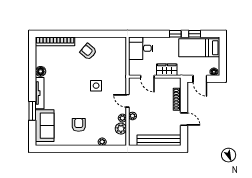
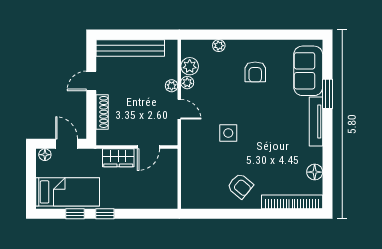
desk: (141, 48) -> (159, 191), removed
floor lamp: (41, 71) -> (315, 172), moved
door: (147, 77) -> (148, 147), swing flipped
door: (184, 119) -> (91, 81), hinge flipped

